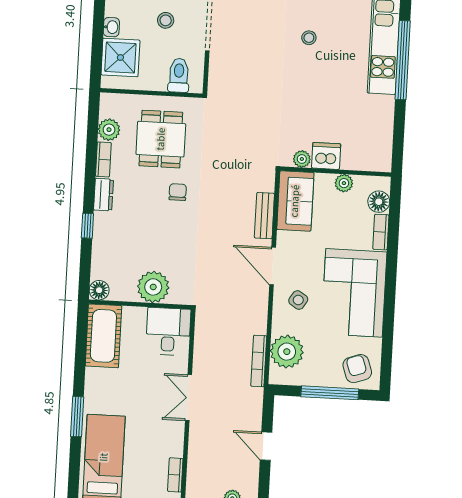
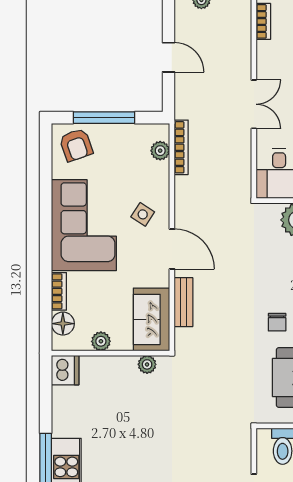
dishwasher: (326, 156) -> (65, 370), moved, turned -90
plant: (287, 352) -> (160, 151), width x0.53, depth x0.53

